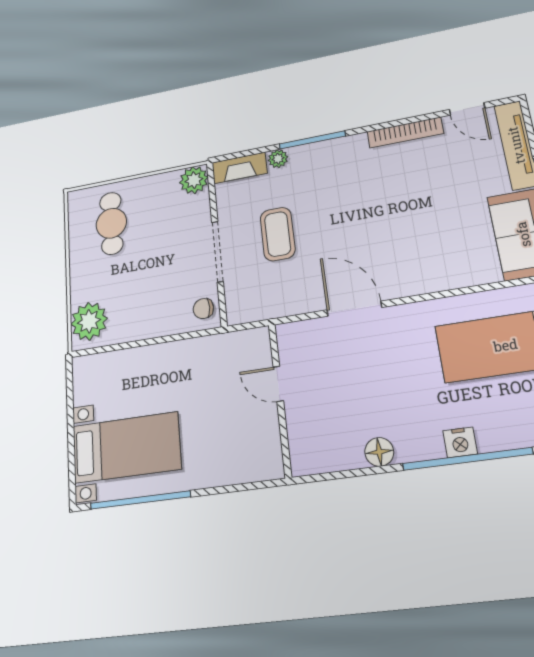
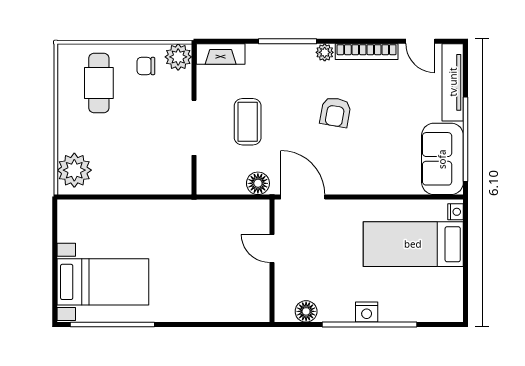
plant: (278, 159) -> (325, 52), moved
armchair: (379, 205) -> (335, 112), added
floor lamp: (298, 301) -> (258, 183), added
chair: (203, 309) -> (146, 66), moved
door: (278, 384) -> (272, 249), moved
wall: (280, 399) -> (272, 261), moved

